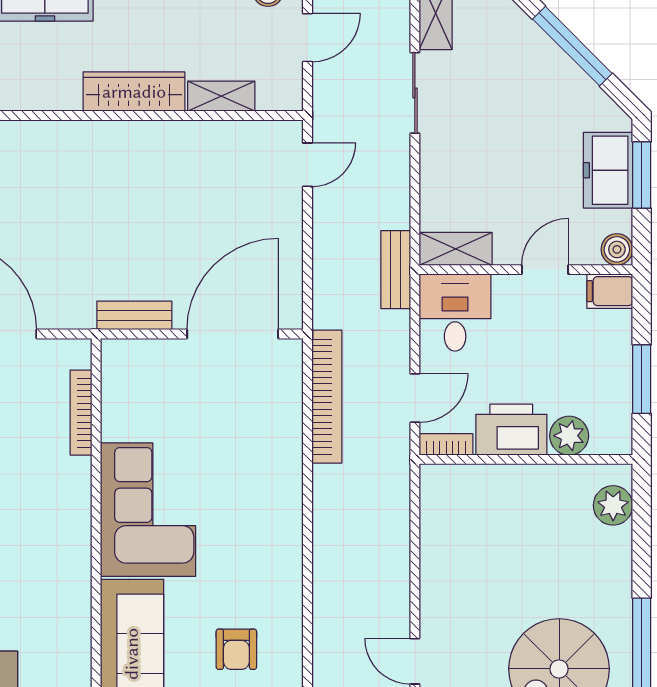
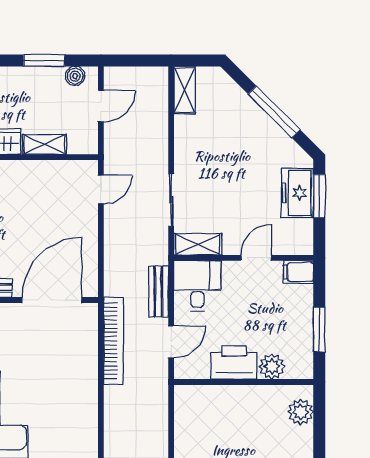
sliding door: (415, 93) -> (171, 200), moved
boiler: (617, 249) -> (303, 245), removed
bench: (396, 270) -> (159, 292), moved
bookcase: (446, 444) -> (191, 372), removed

